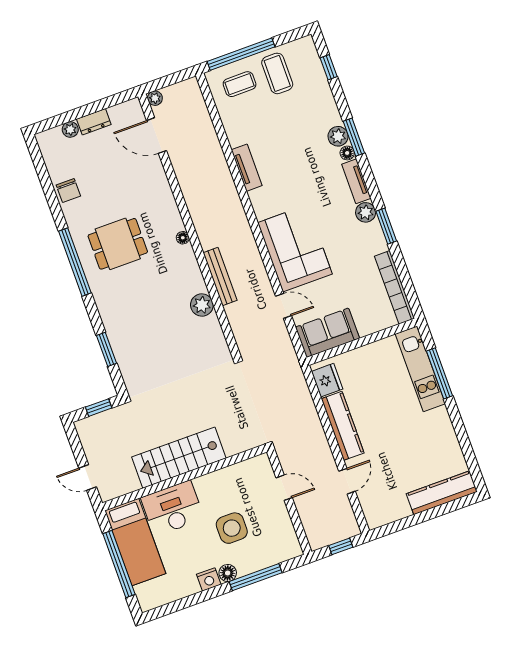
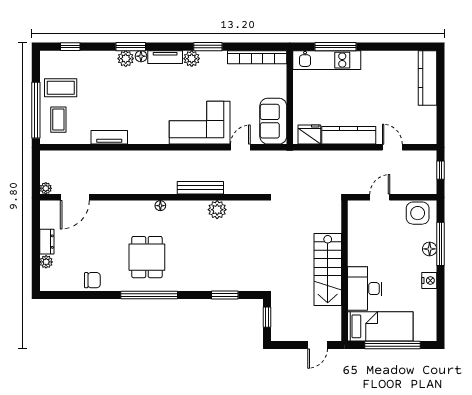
tv unit: (247, 168) -> (109, 137), moved
side table: (232, 528) -> (418, 213), moved
floor lamp: (228, 573) -> (430, 249), moved

